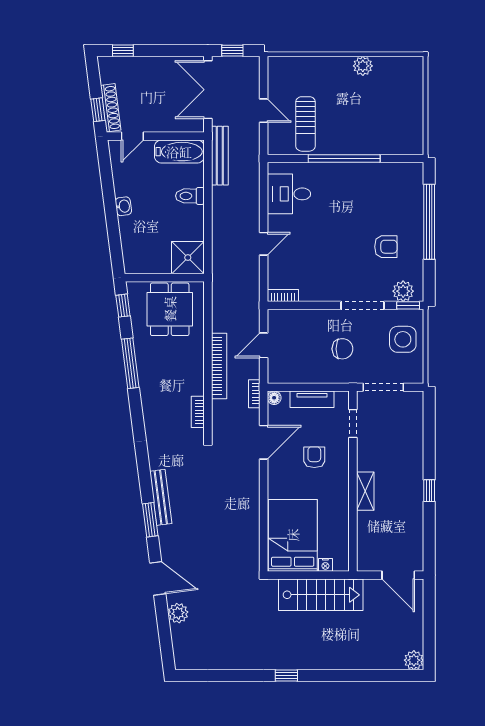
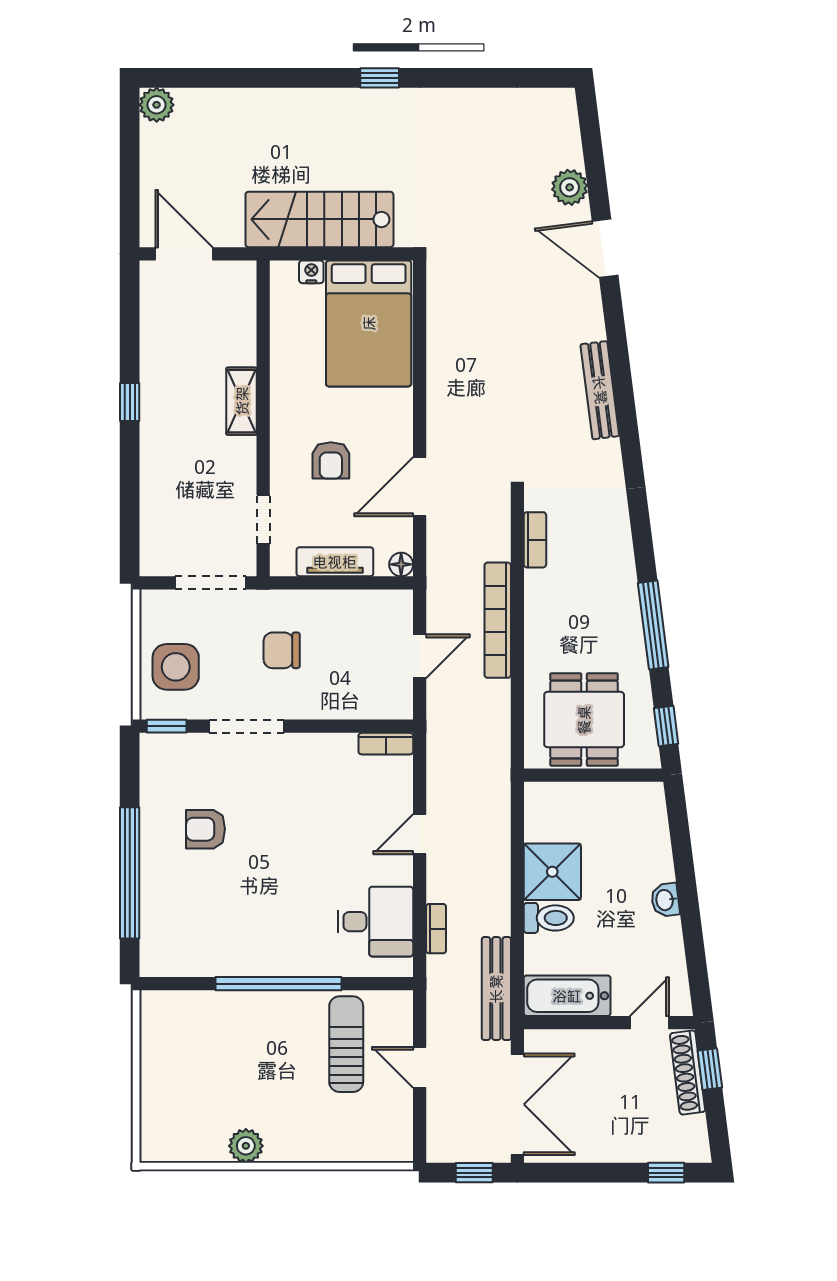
shower: (188, 258) -> (552, 872), moved
plant: (403, 291) -> (175, 751), removed
bookcase: (254, 394) -> (436, 929), moved
window: (150, 520) -> (618, 351), removed

